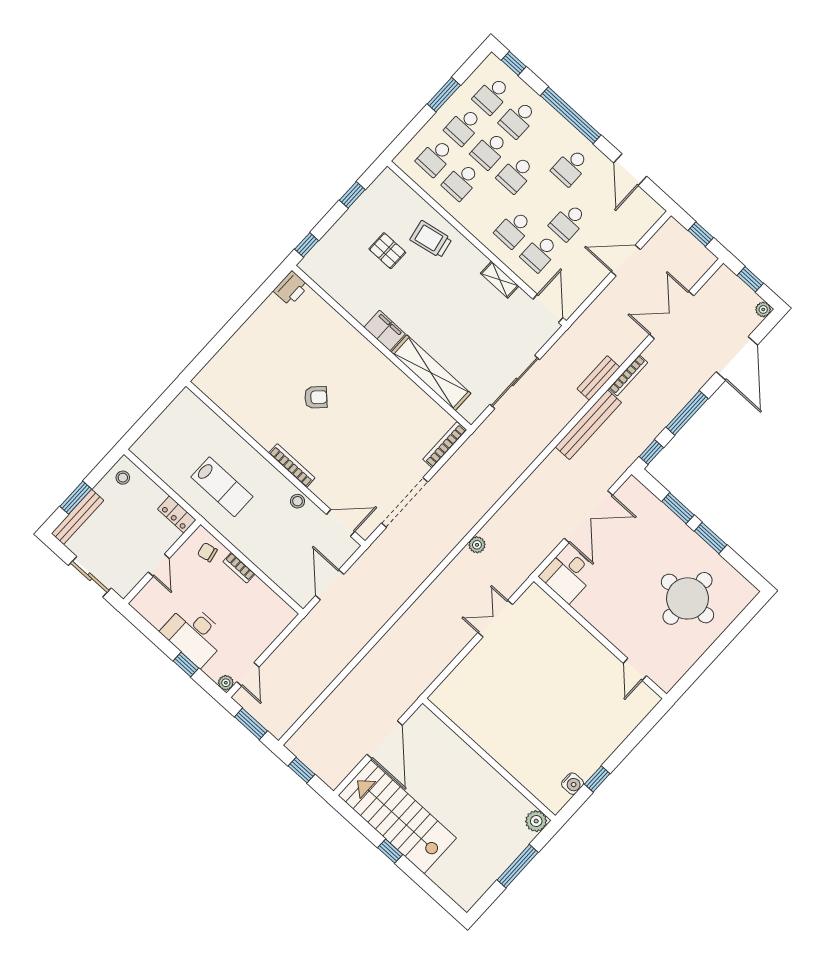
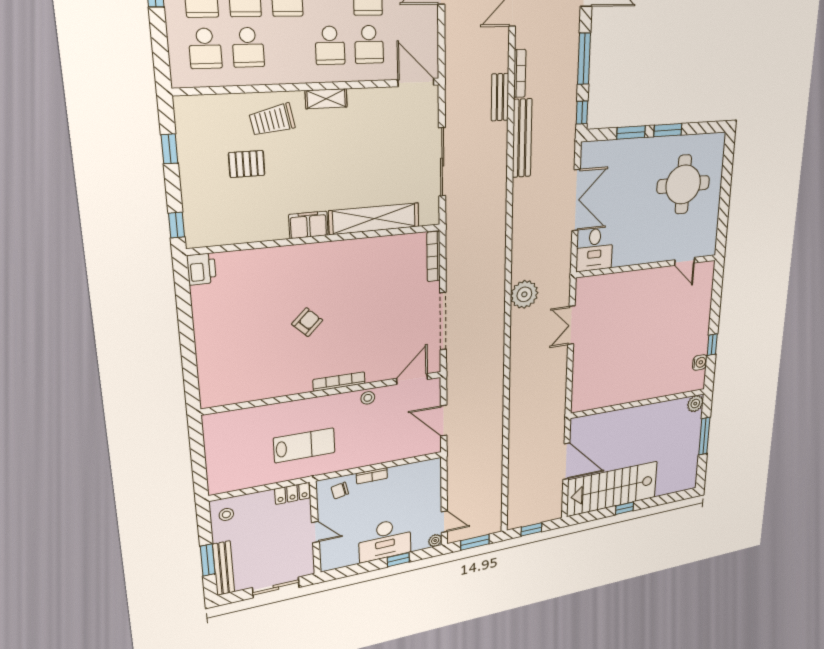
shelving: (500, 280) -> (326, 99), moved
plant: (477, 545) -> (524, 294), width x1.87, depth x1.87

